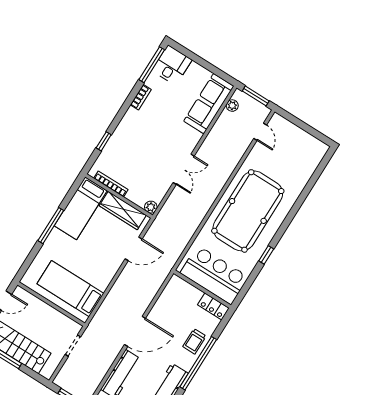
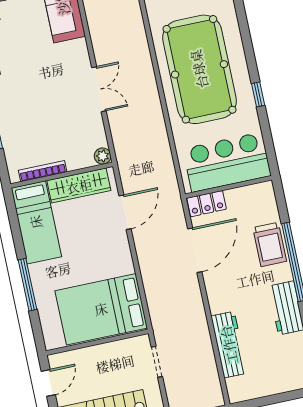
window: (51, 226) -> (27, 285), moved
bed: (70, 289) -> (101, 309), width x1.50
locker: (213, 306) -> (207, 204), moved
door: (135, 331) -> (195, 250), moved
trolley: (194, 341) -> (270, 244), width x1.36, depth x1.39

